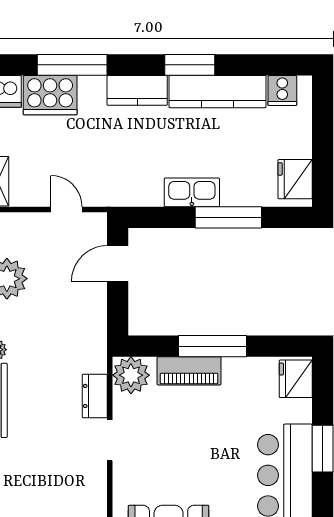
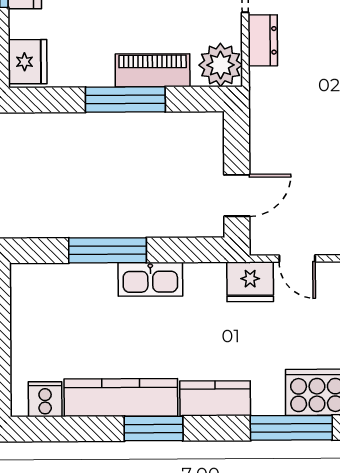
fridge: (295, 179) -> (250, 282), moved, turned 90

